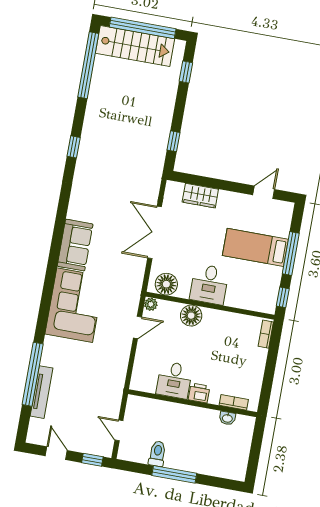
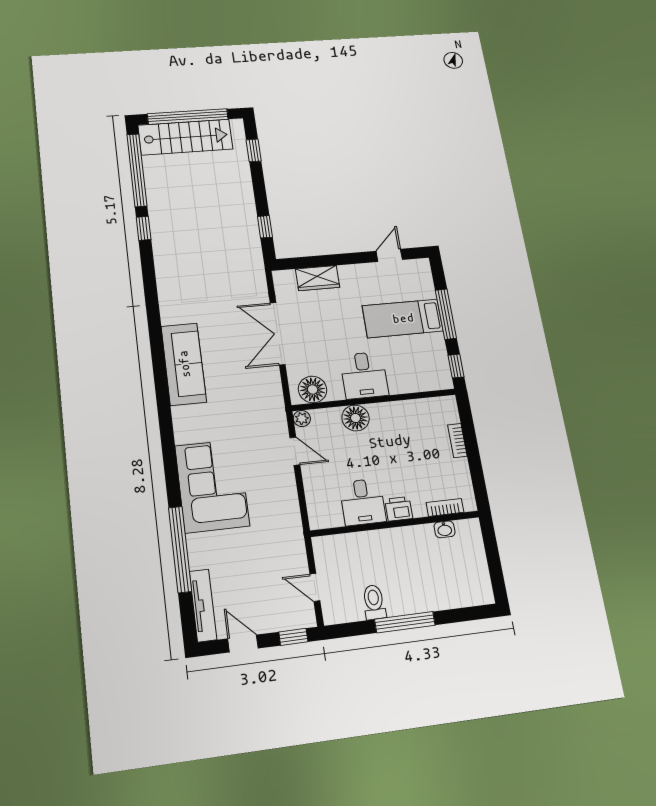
window: (74, 147) -> (144, 228), moved
sofa: (75, 245) -> (184, 364), width x1.36
corner sofa: (75, 305) -> (212, 486), moved
door: (137, 327) -> (295, 451), hinge flipped
bookcase: (266, 334) -> (457, 441), moved
tv unit: (42, 392) -> (203, 605), moved

